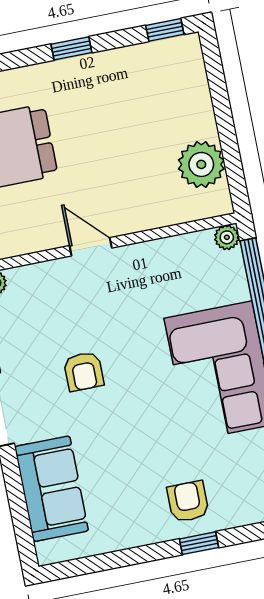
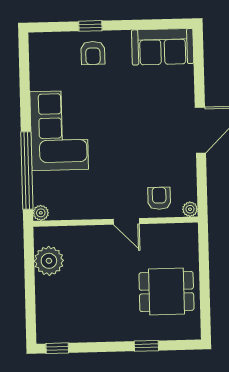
window: (71, 48) -> (146, 346), moved
armchair: (84, 371) -> (159, 198), moved
sofa: (52, 489) -> (163, 47), moved, turned -90

